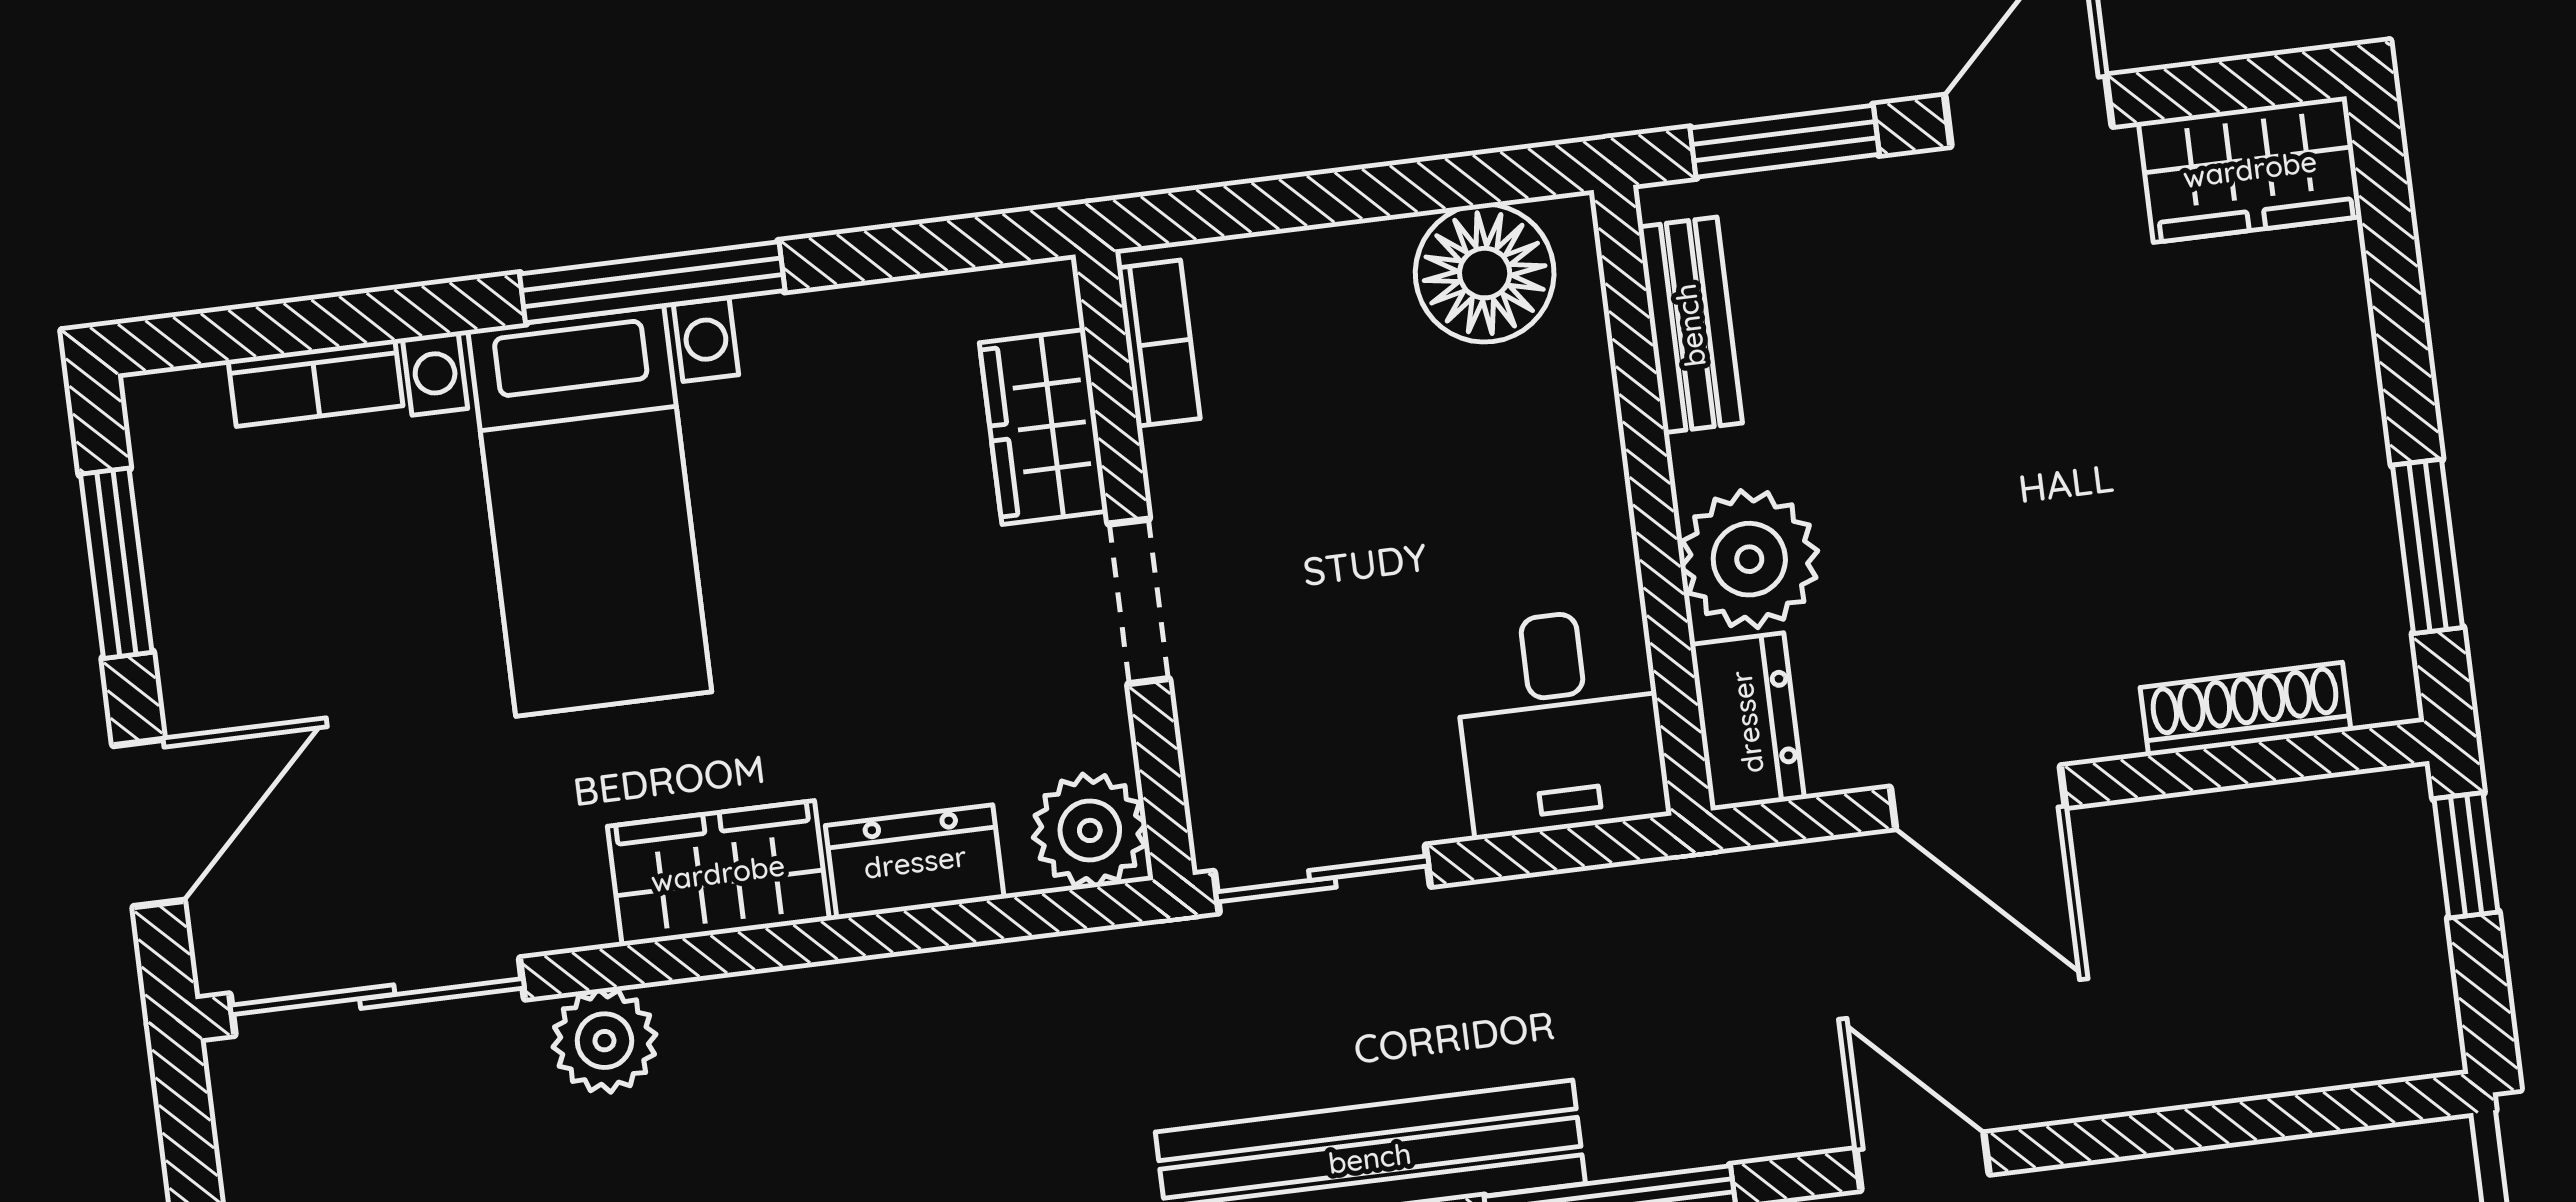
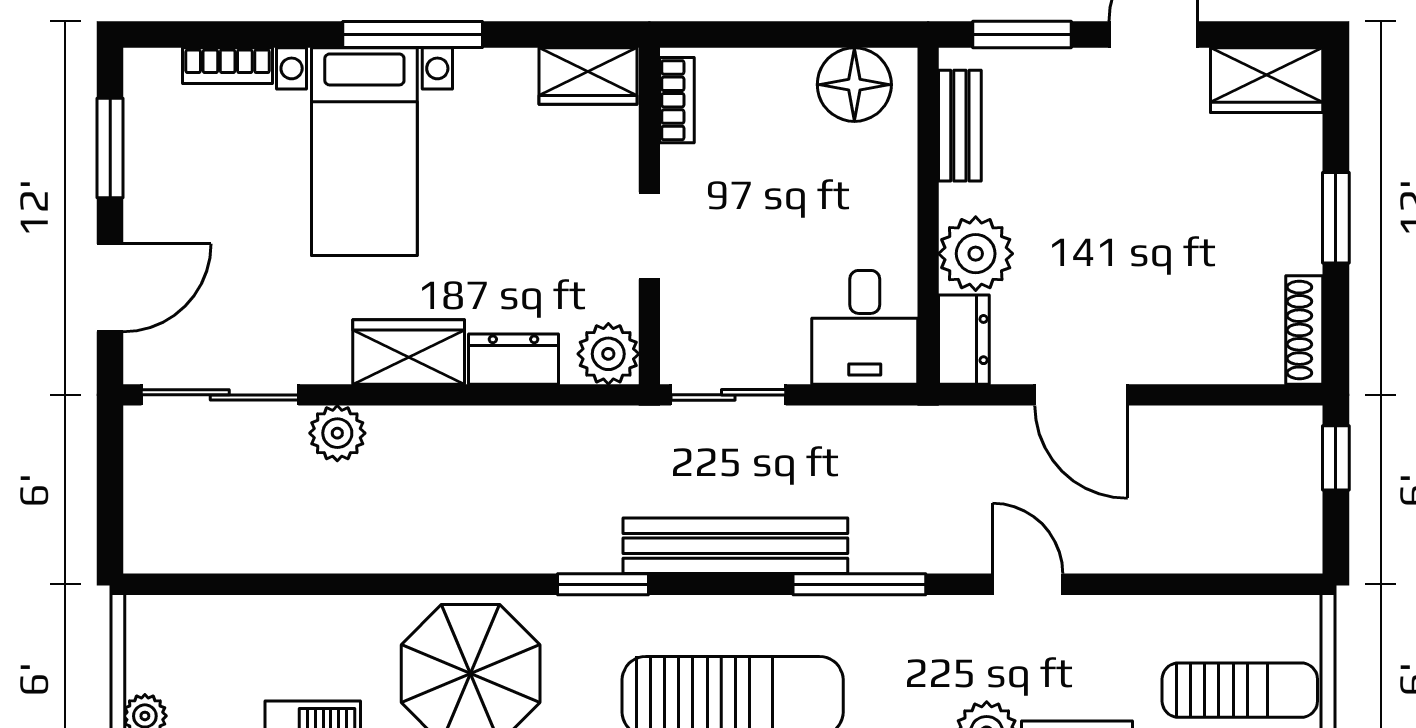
wardrobe: (1044, 427) -> (588, 76), moved, turned -90
window: (2427, 546) -> (1336, 218), moved
shoe rack: (2246, 709) -> (1304, 330), moved, turned -90

